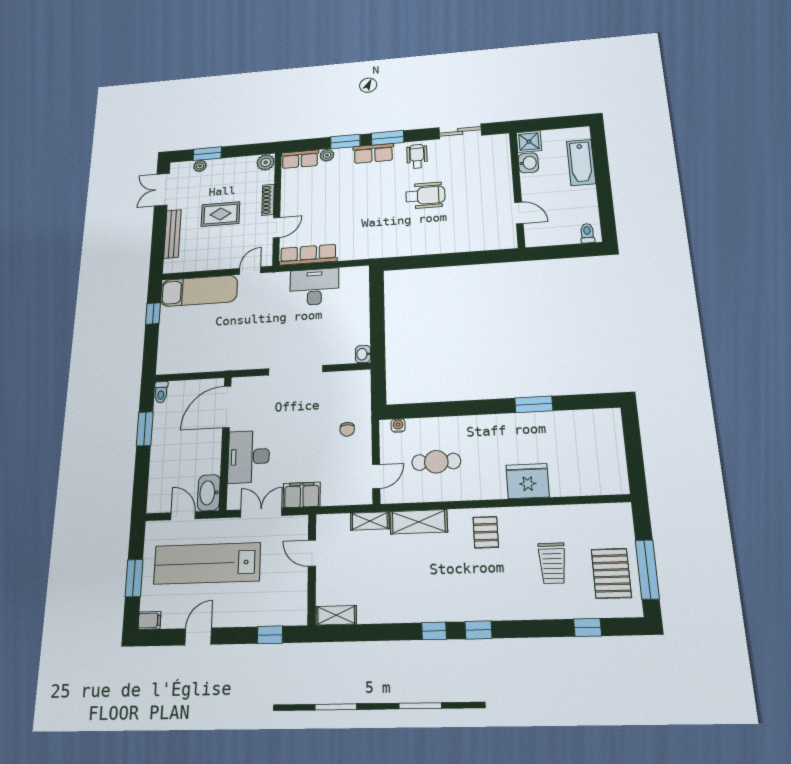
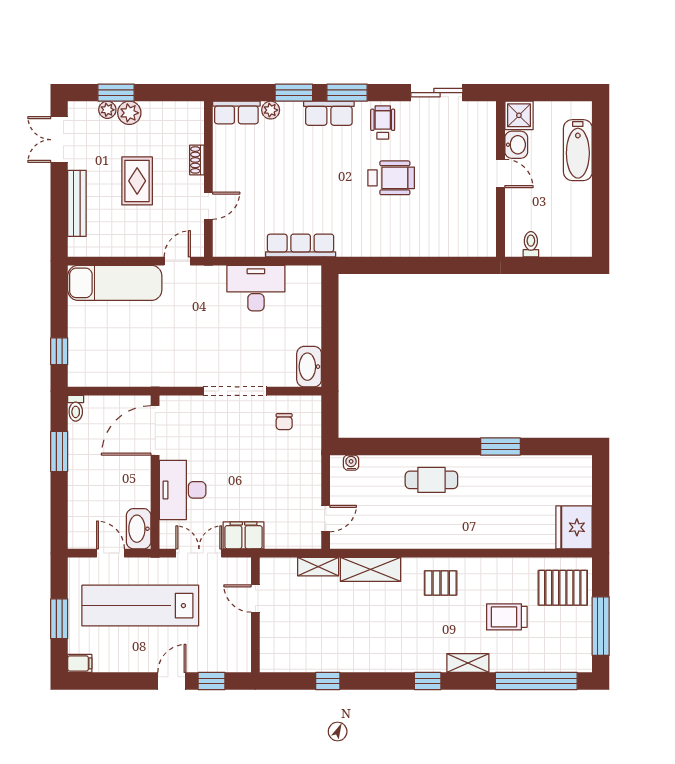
plant: (266, 162) -> (129, 113), moved
shoe rack: (268, 200) -> (197, 160), width x0.70
door: (519, 213) -> (501, 173), moved
rug: (220, 214) -> (137, 181), turned 90
toilet: (587, 233) -> (531, 244), moved
row of seats: (308, 255) -> (301, 245), moved
window: (153, 314) -> (59, 351), moved
washbasin: (363, 354) -> (309, 367), width x1.91, depth x1.45
chair: (347, 429) -> (284, 422), moved
cafe table: (436, 462) -> (431, 480), moved
fridge: (528, 481) -> (574, 527), moved, turned -90
pallet: (486, 532) -> (441, 583), turned 90
trolley: (552, 563) -> (507, 617), turned 90
pallet: (611, 573) -> (563, 588), moved, turned 90
shelving: (336, 615) -> (468, 663), moved
window: (588, 627) -> (536, 681), width x3.17
window: (434, 631) -> (328, 681), moved
door: (198, 636) -> (172, 681), moved

